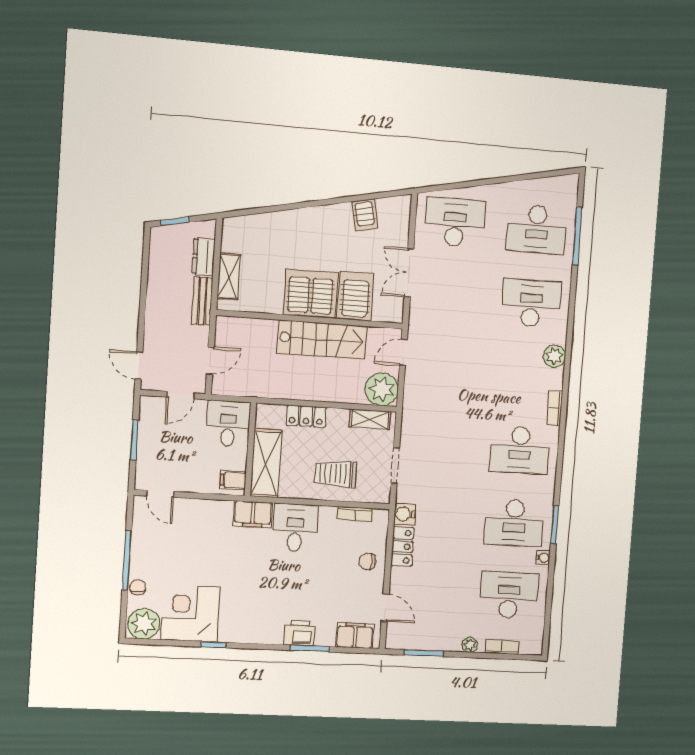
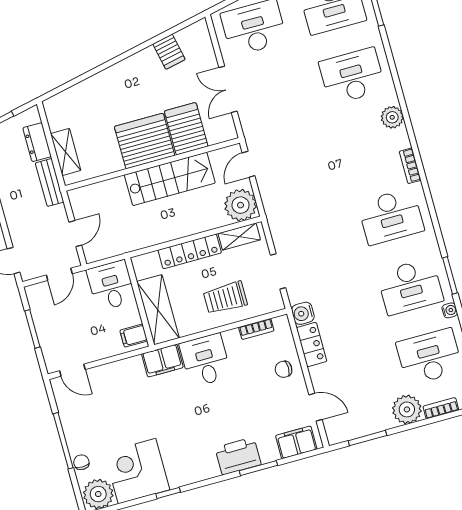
locker: (306, 416) -> (190, 251), width x1.53
printer: (300, 633) -> (238, 456), width x1.37, depth x1.19
plant: (470, 645) -> (407, 409), width x1.87, depth x1.87

